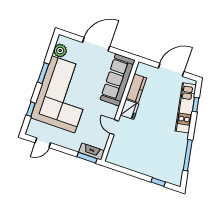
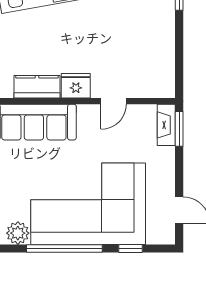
window: (43, 73) -> (64, 248), width x2.11

